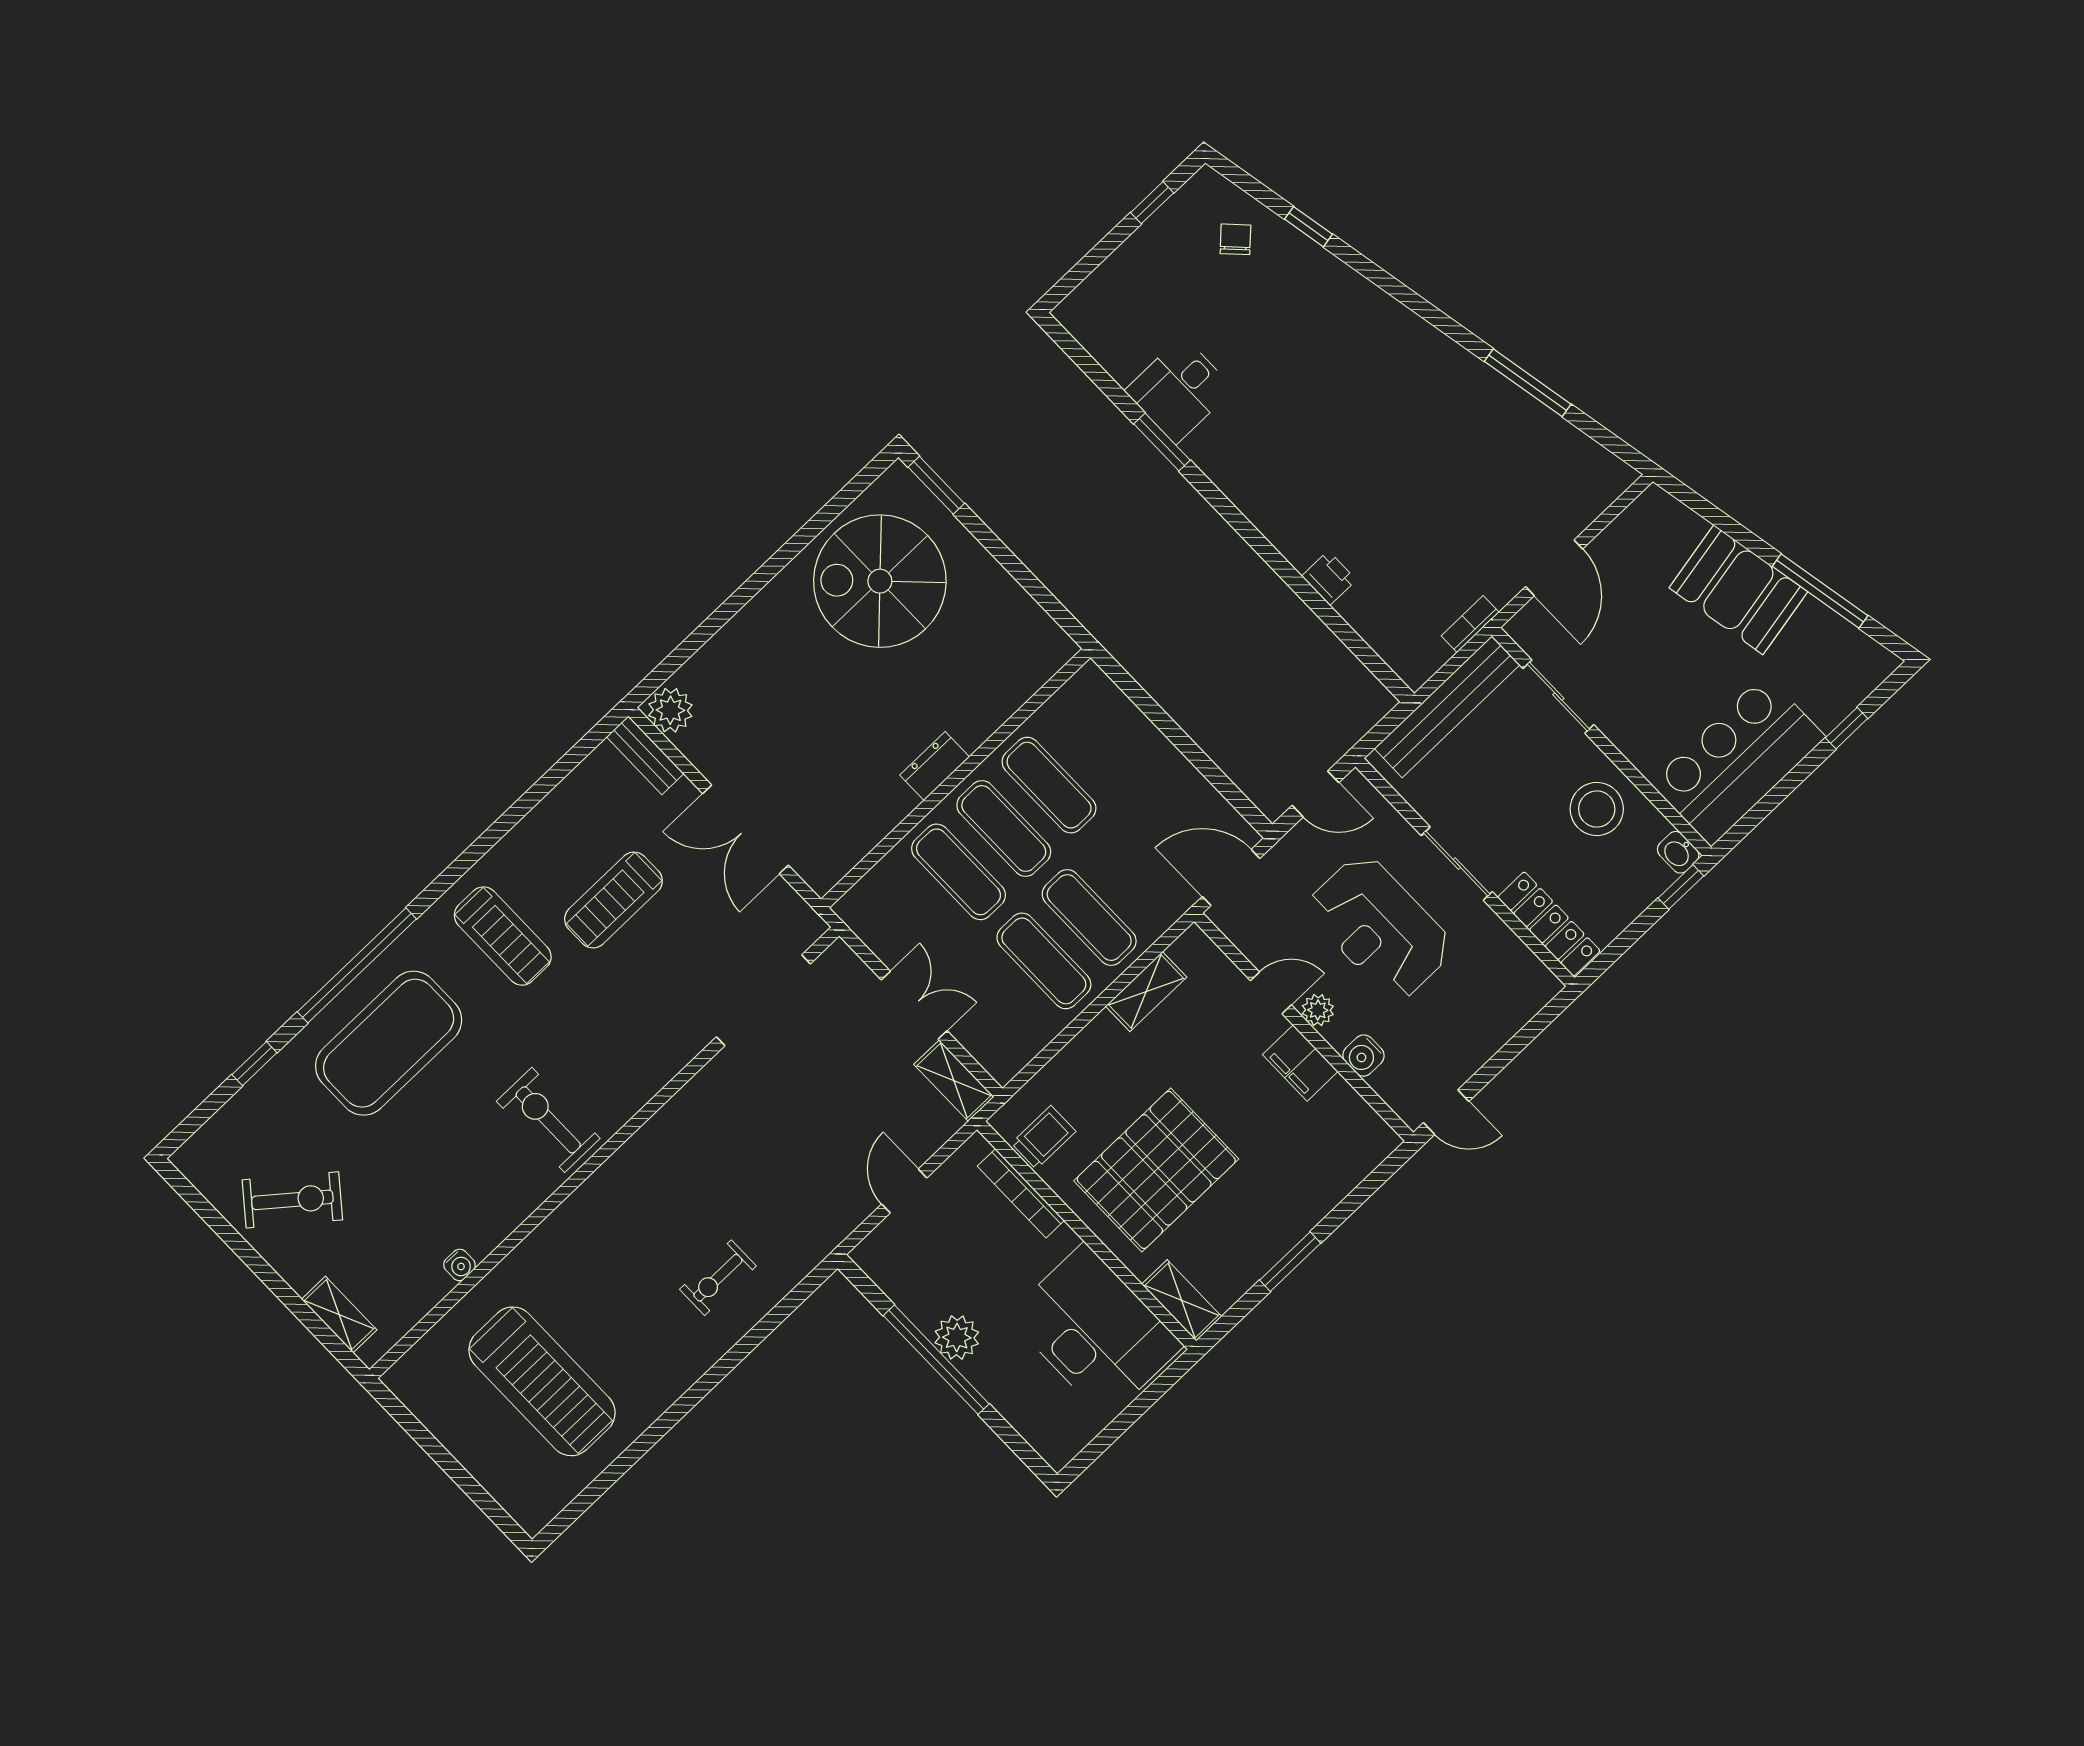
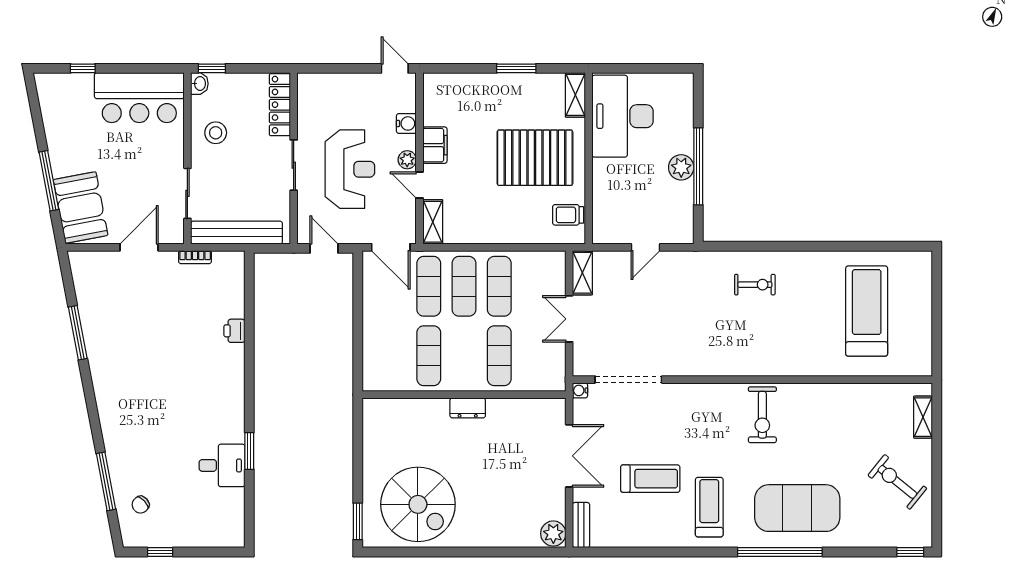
window: (1309, 227) -> (106, 481), width x2.17
booth: (1738, 590) -> (81, 207), moved
window: (1820, 591) -> (49, 181), moved
stool: (1597, 809) -> (216, 133), width x0.73, depth x0.73
exercise mat: (1004, 828) -> (429, 286), moved
shelving: (1146, 992) -> (433, 222), moved, turned 90
window: (254, 1064) -> (910, 552), moved
bookcase: (1021, 1193) -> (599, 201), removed
water cooler: (460, 1265) -> (580, 390), moved, turned -90

